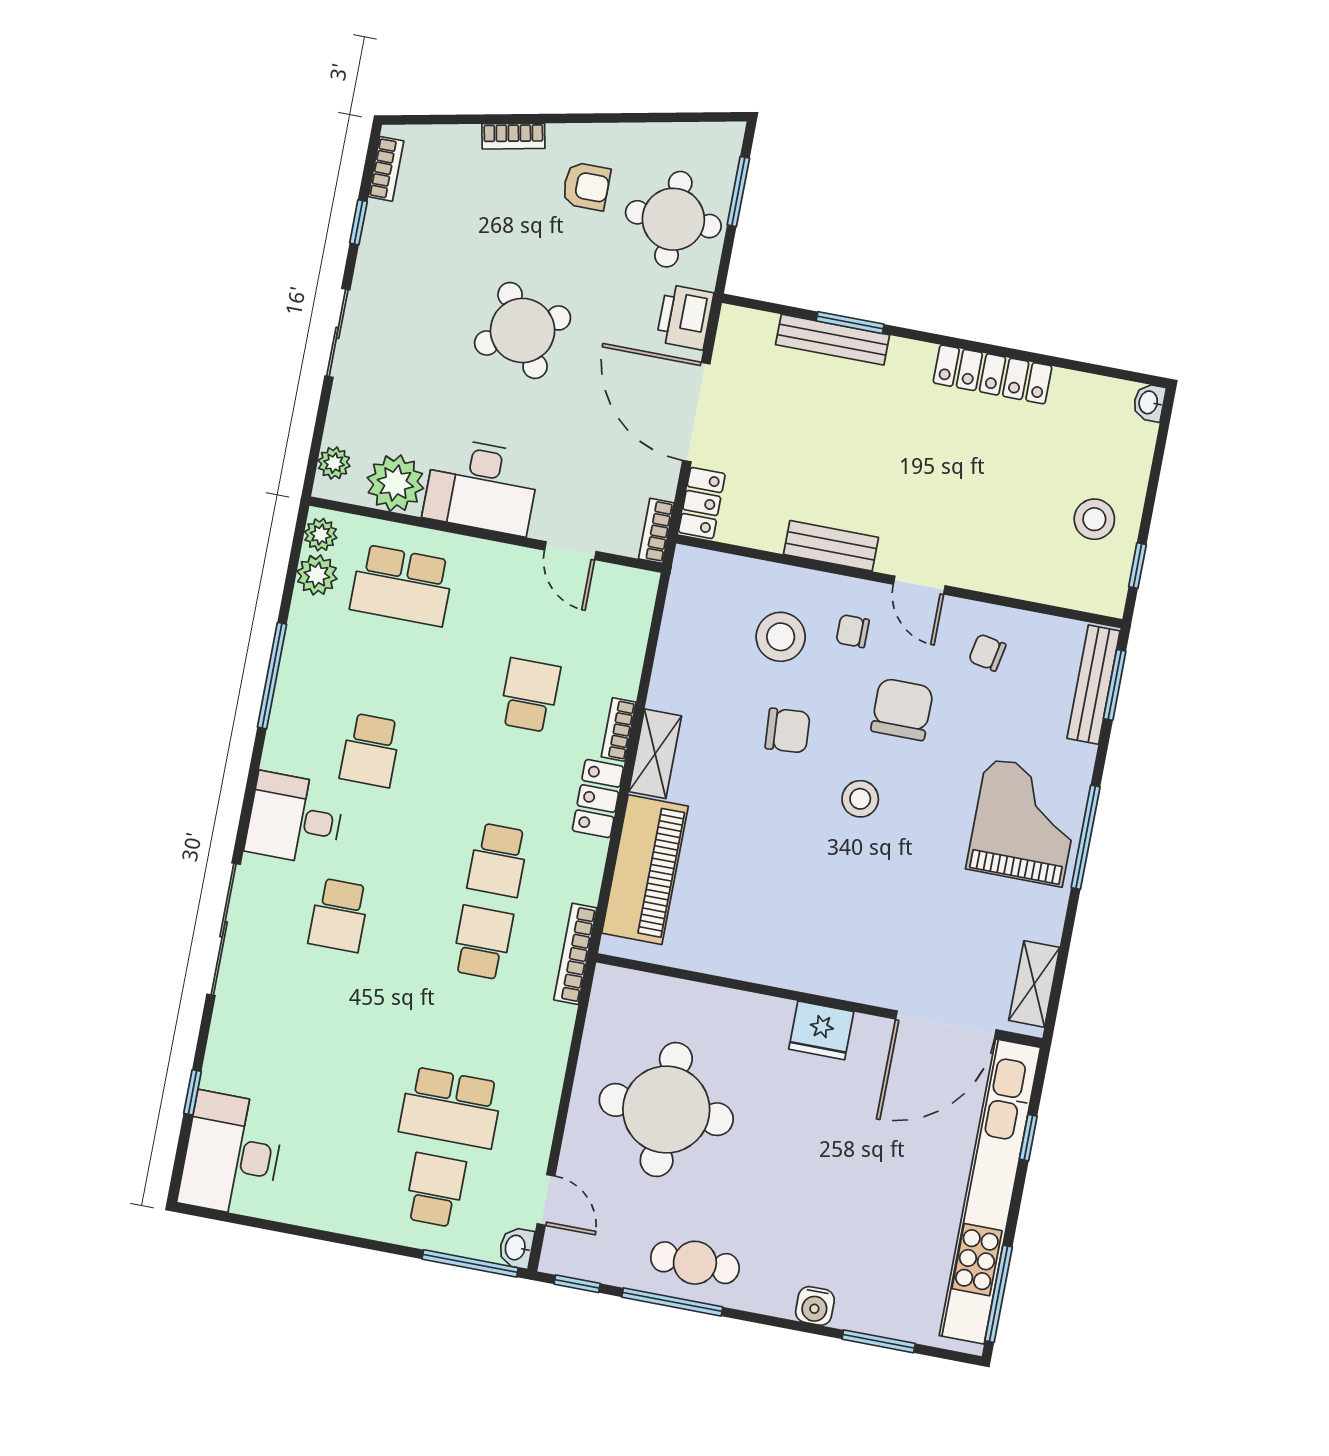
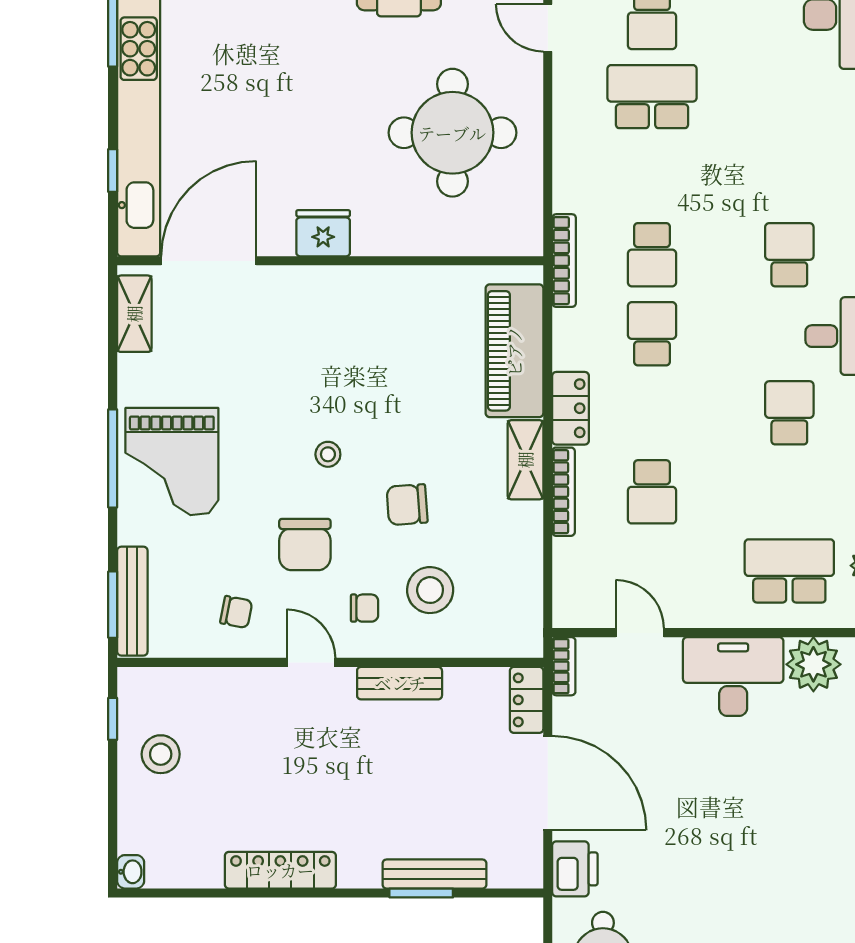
round table: (523, 330) -> (723, 828), removed
bookcase: (619, 729) -> (564, 492), width x1.56
stool: (860, 799) -> (328, 454), width x0.73, depth x0.73

